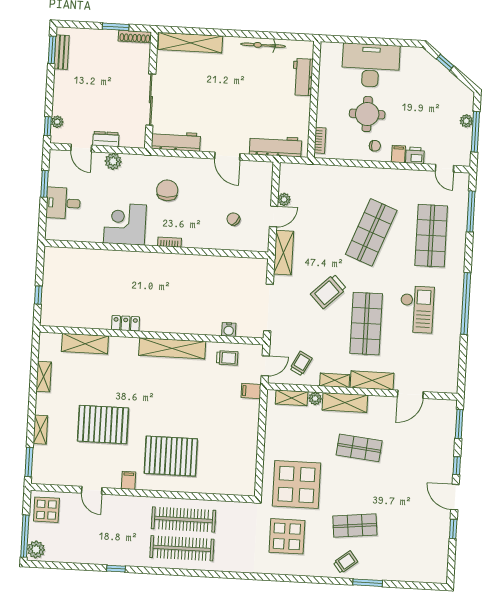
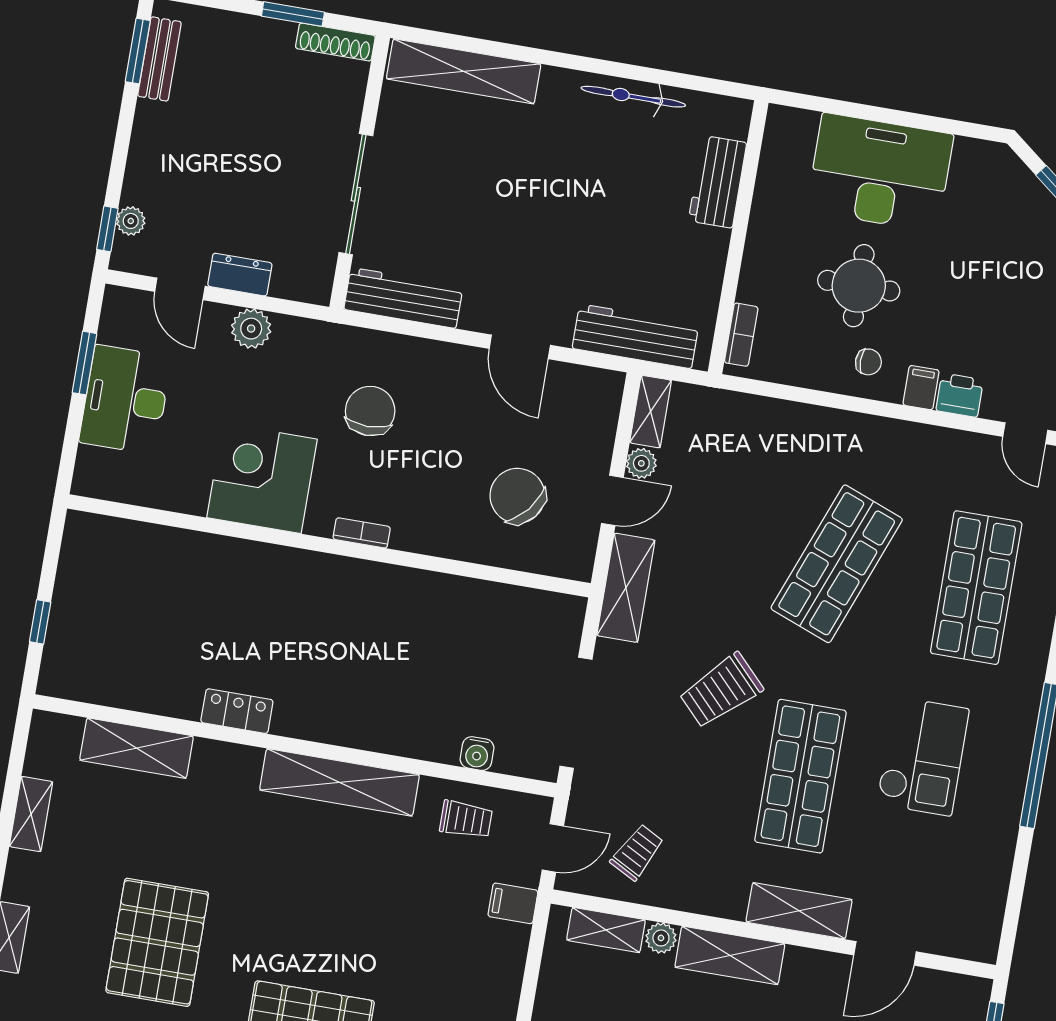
desk: (63, 203) -> (125, 400), width x1.37
chair: (233, 219) -> (517, 496), width x1.87, depth x1.87
shelving: (335, 380) -> (651, 412), moved, turned 90
pallet: (103, 425) -> (157, 942), turned 90

